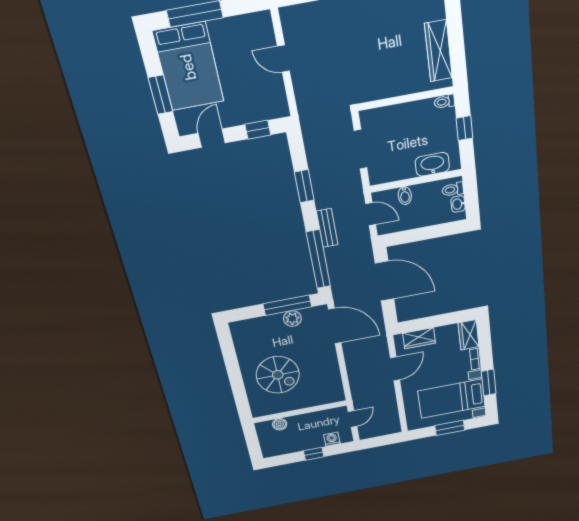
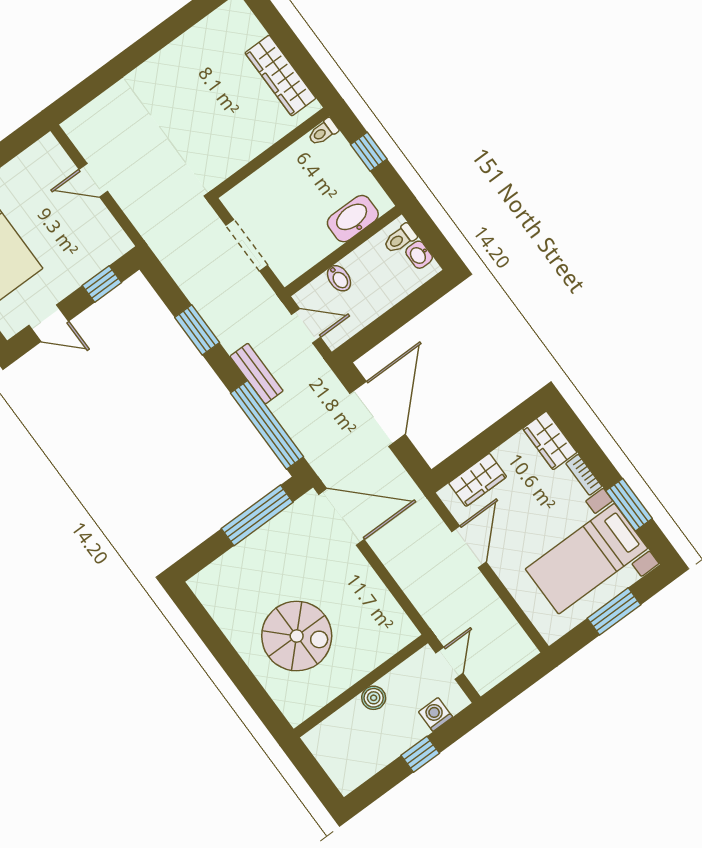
door: (212, 138) -> (49, 323), swing flipped
door: (385, 281) -> (378, 414), hinge flipped
plant: (292, 319) -> (274, 533), removed
boiler: (280, 424) -> (374, 698), moved

